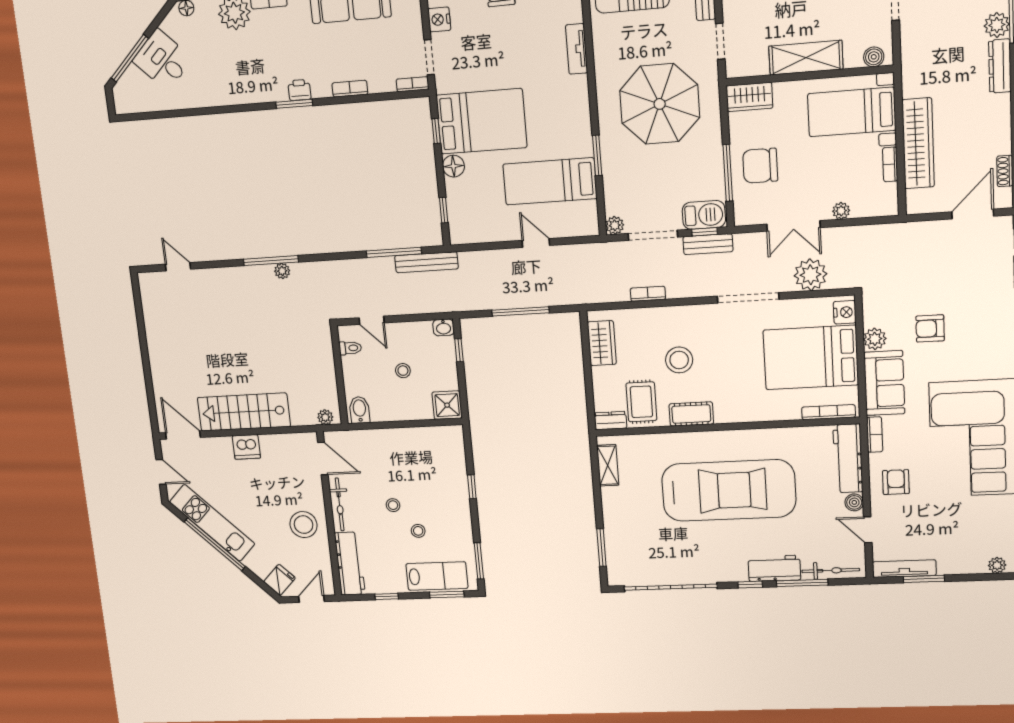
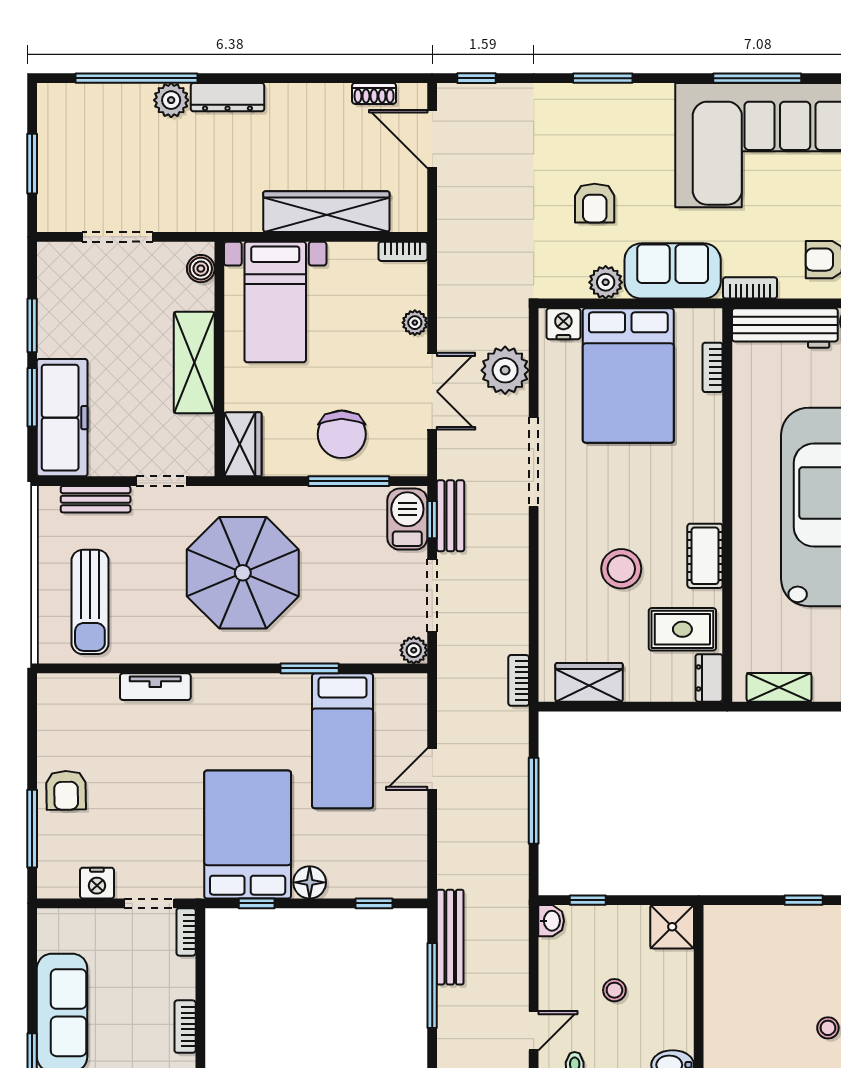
bookcase: (890, 164) -> (403, 251), moved
bookcase: (648, 294) -> (519, 680), moved
bookcase: (829, 412) -> (713, 367), width x0.64

